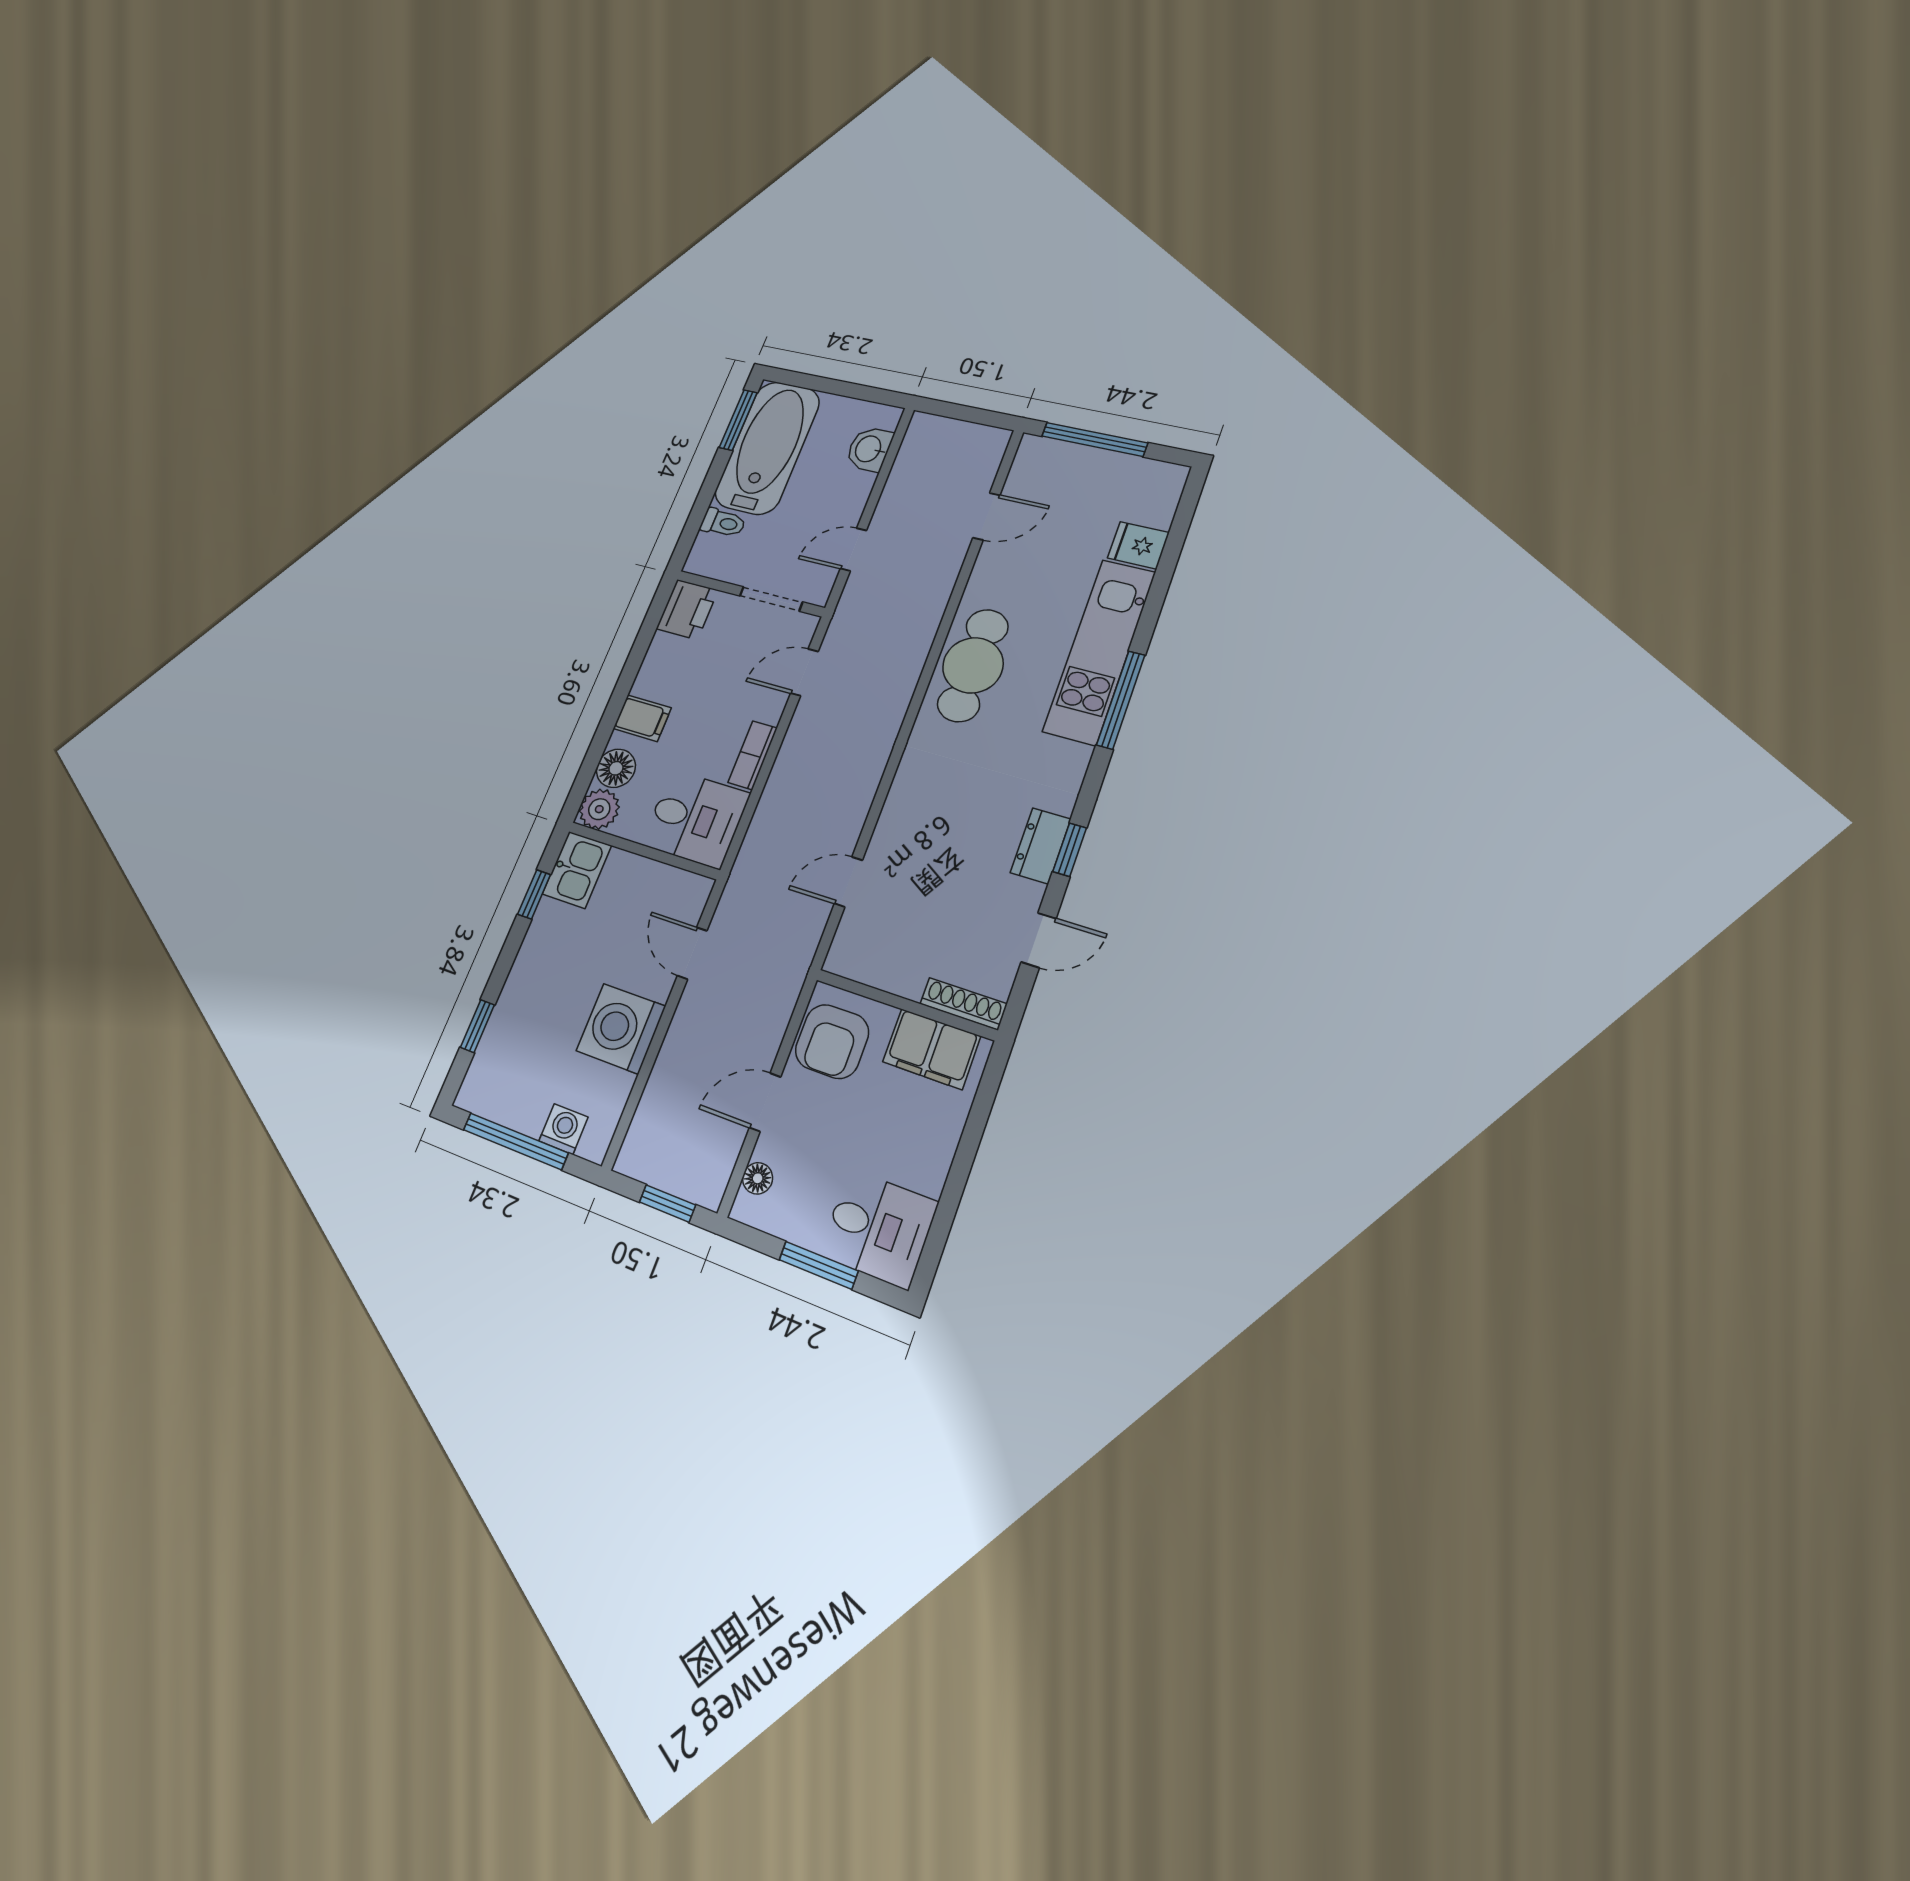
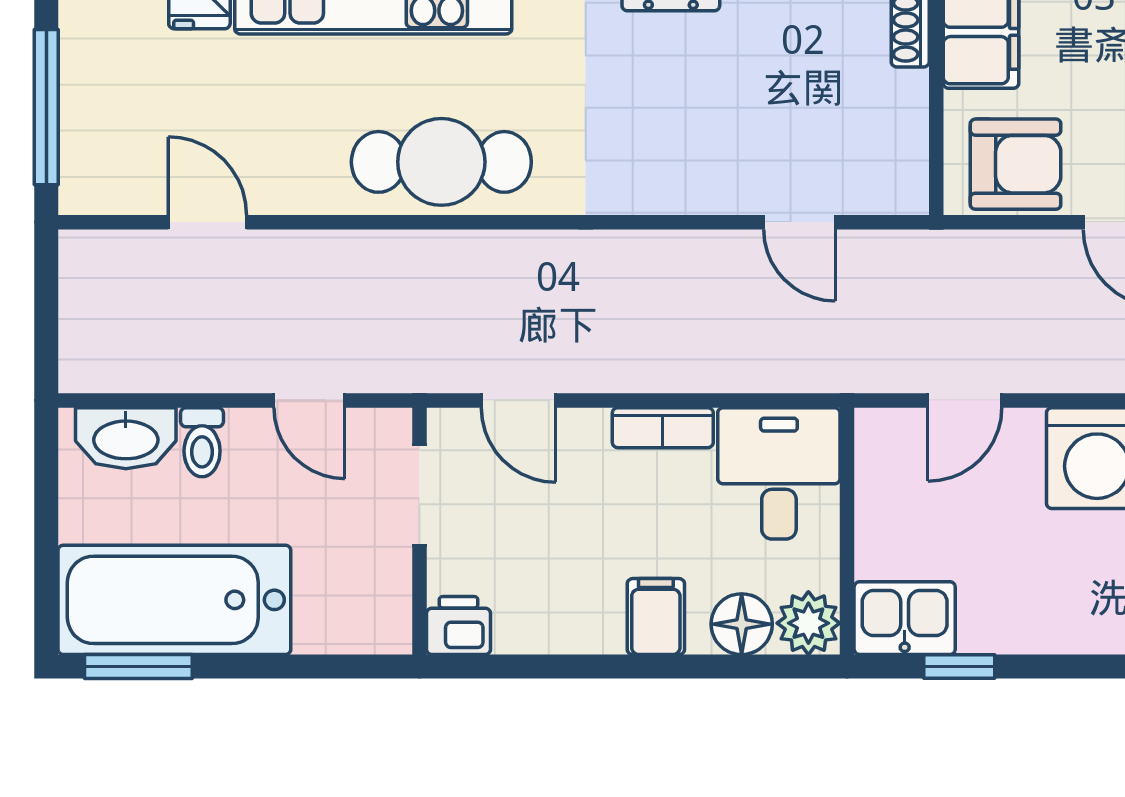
washbasin: (869, 449) -> (126, 438), width x1.38
toilet: (723, 523) -> (202, 442), moved, turned 180
printer: (687, 609) -> (458, 626), width x0.73, depth x0.81

